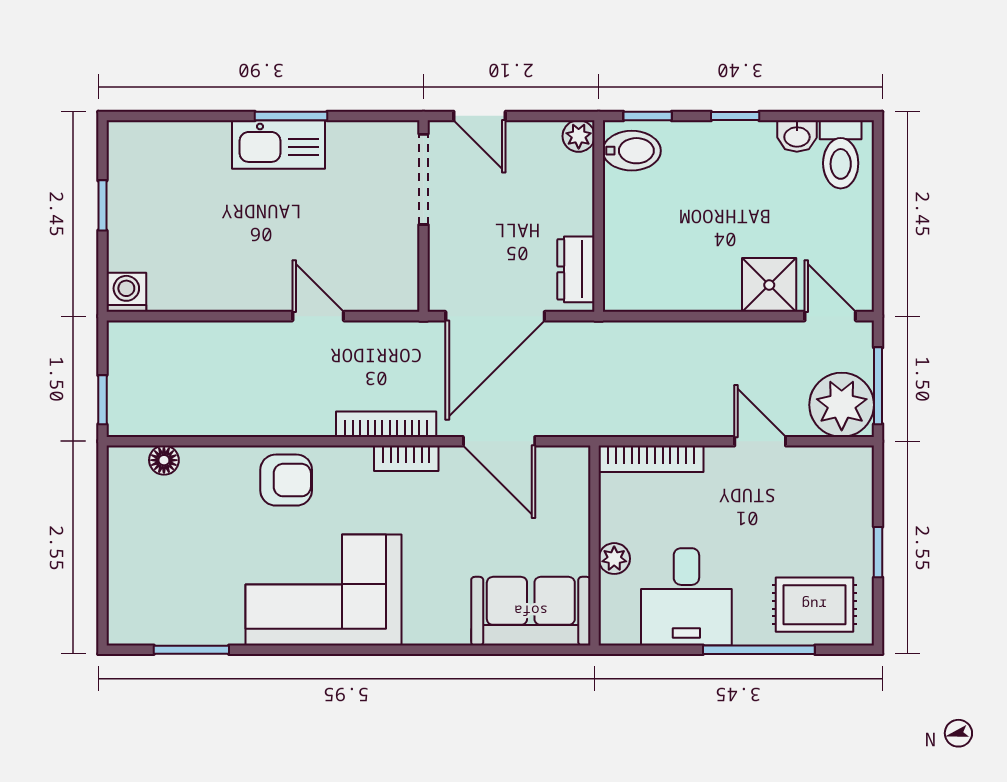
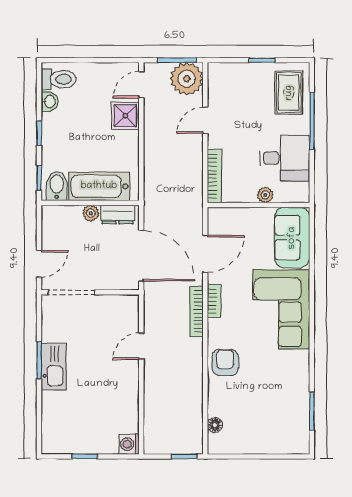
plant: (579, 136) -> (91, 213), moved
bathtub: (631, 234) -> (99, 186), added
corner sofa: (323, 590) -> (281, 309), moved

